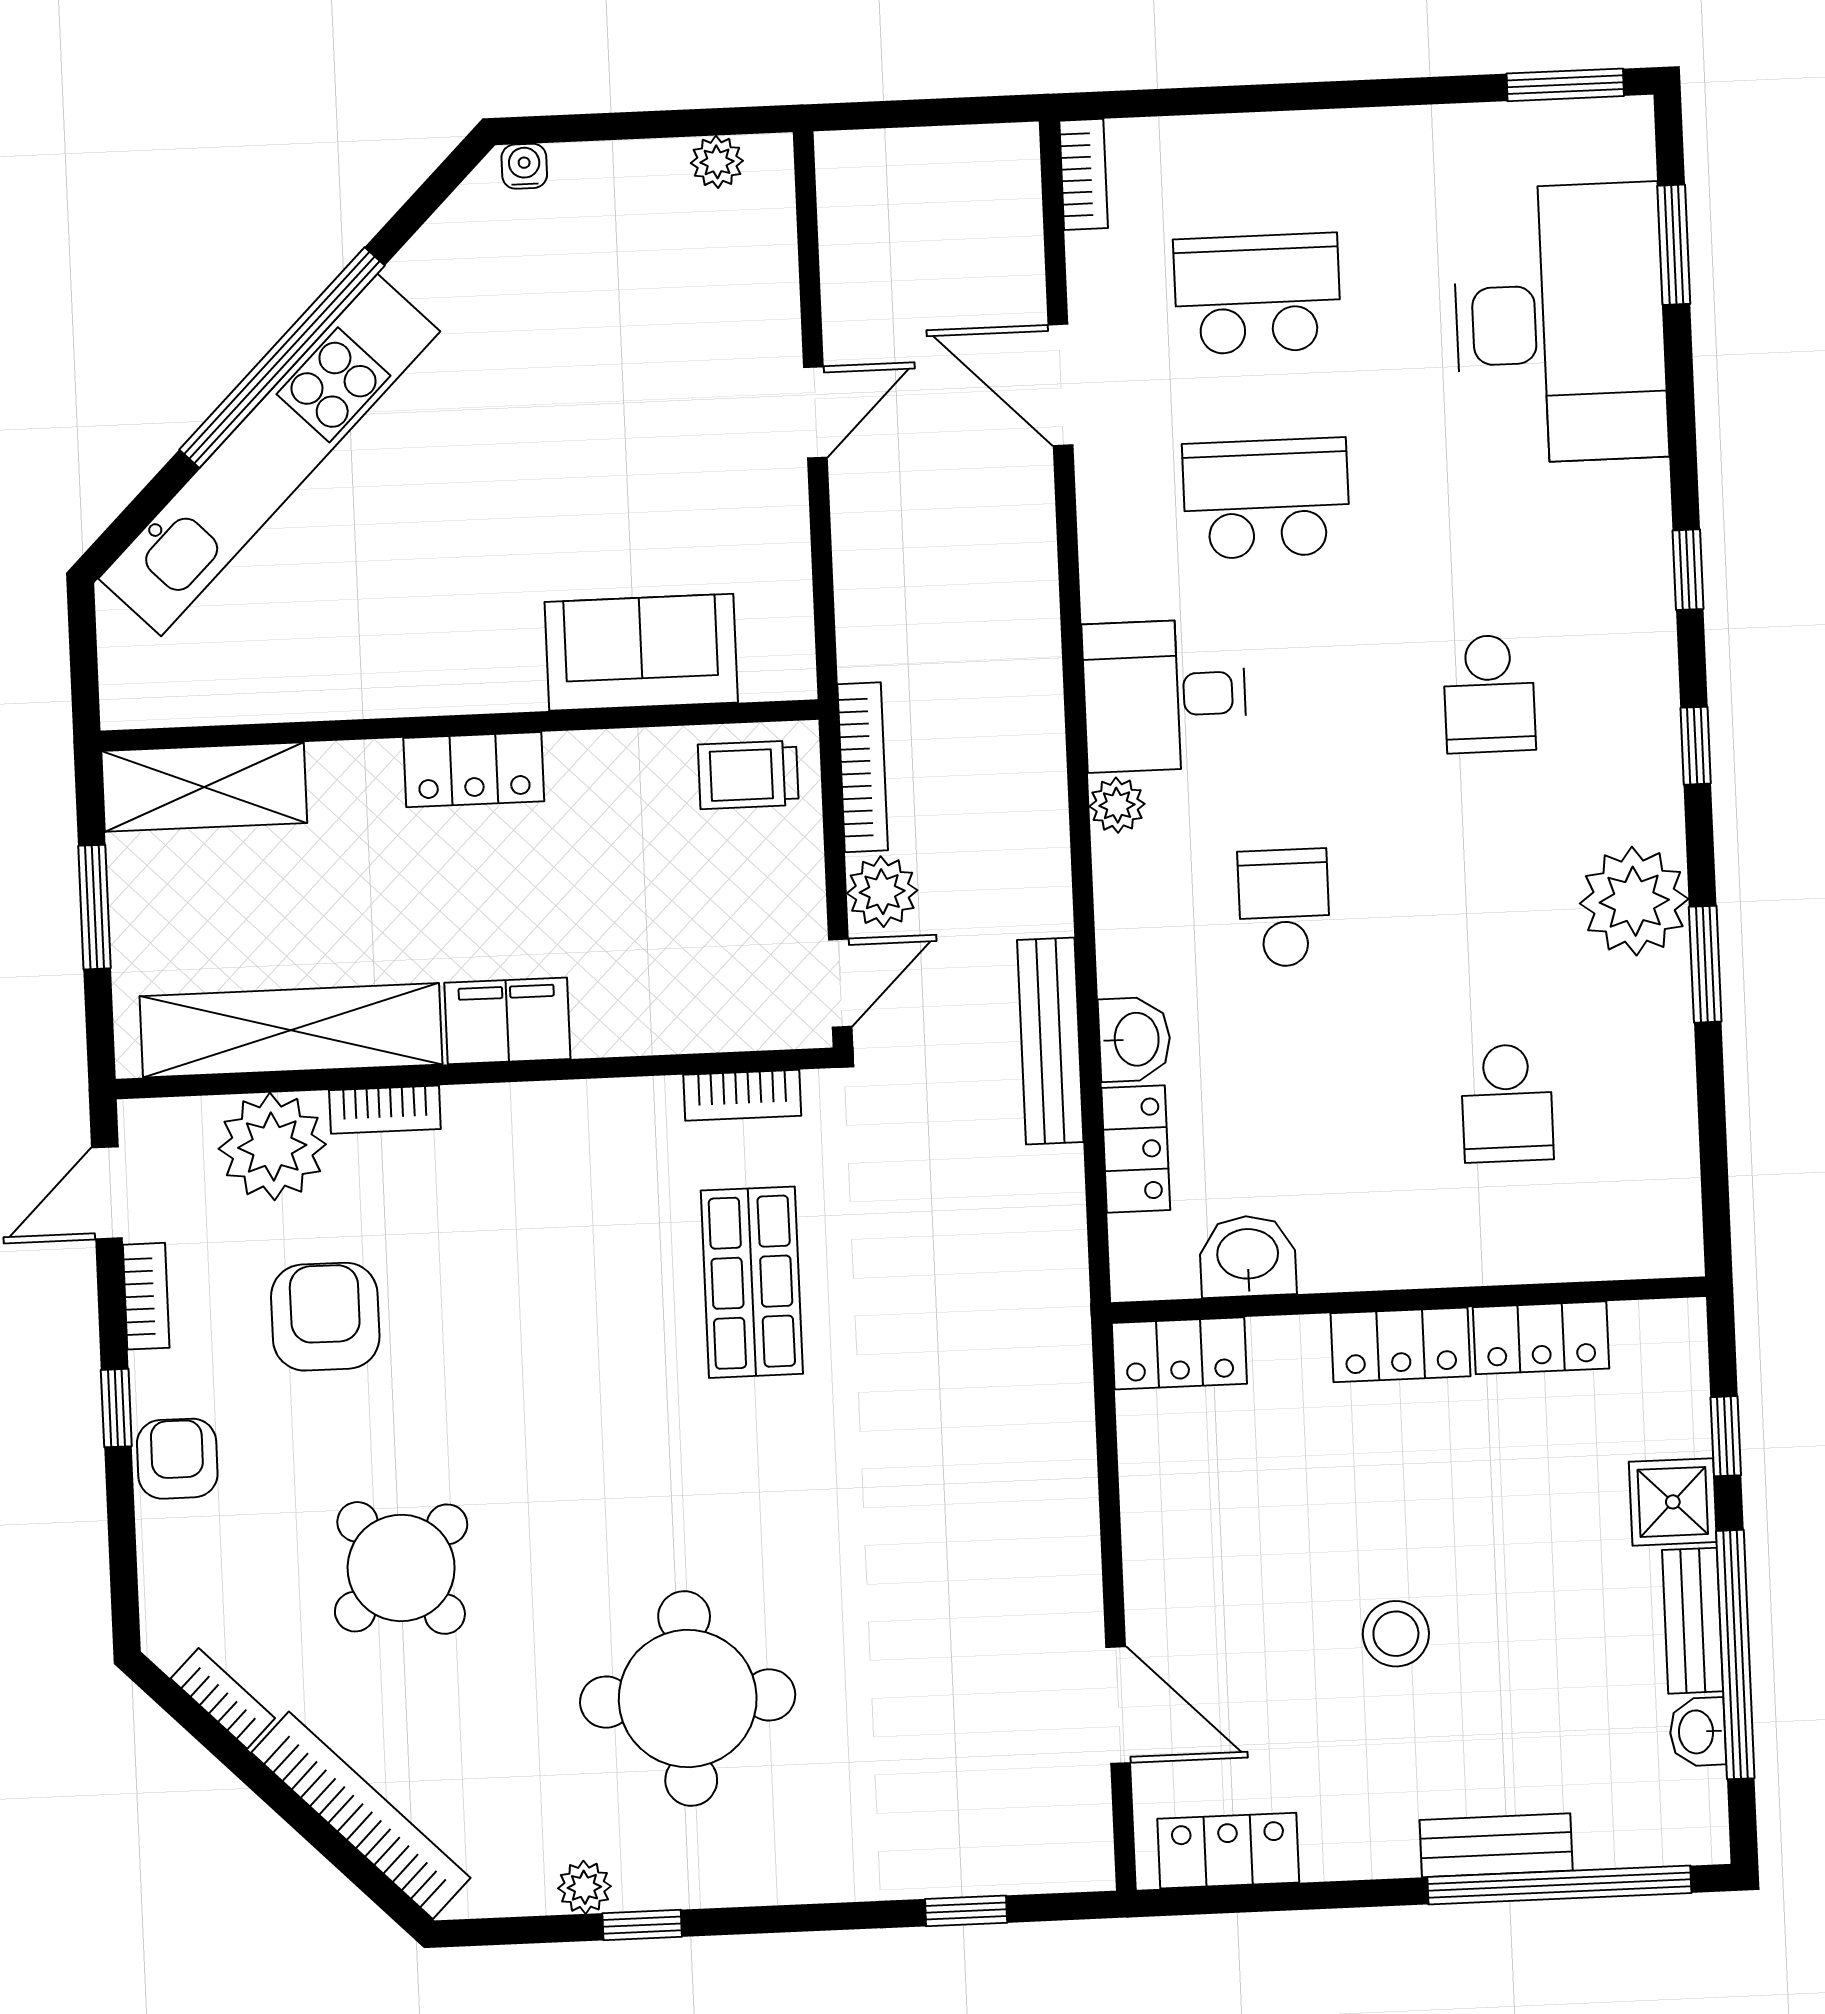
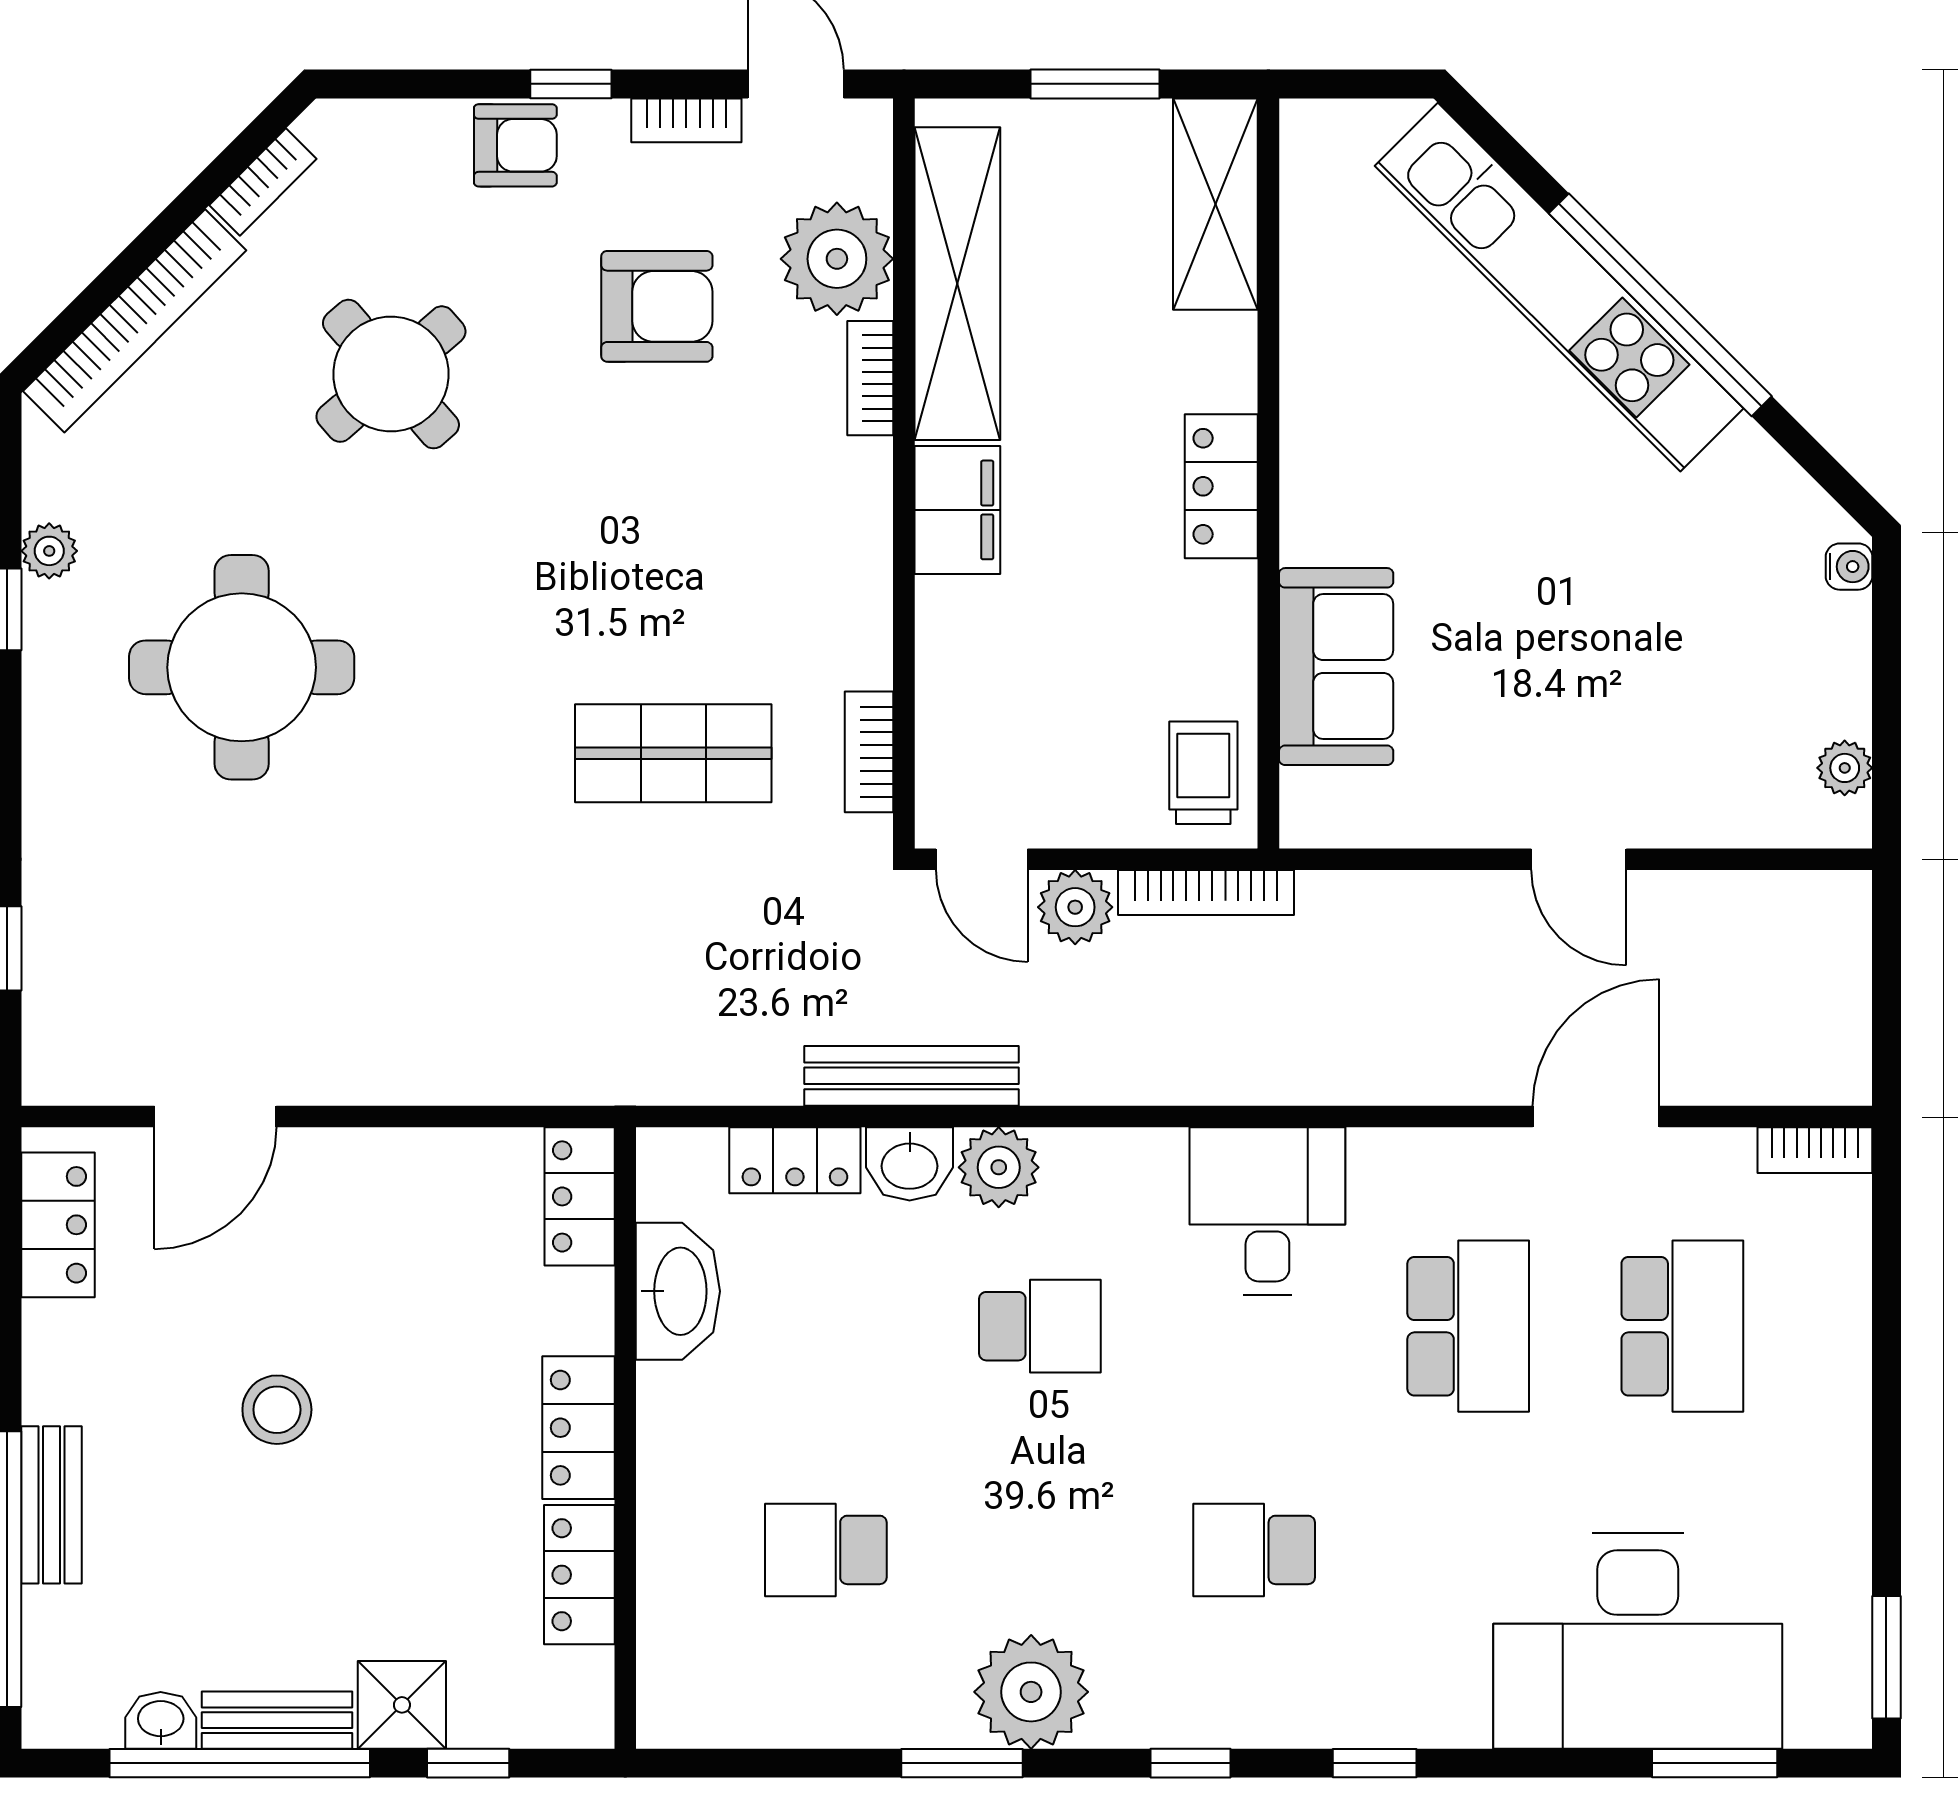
plant: (1117, 805) -> (999, 1167), moved, width x1.38, depth x1.38
washbasin: (1248, 1256) -> (678, 1291), width x1.38

